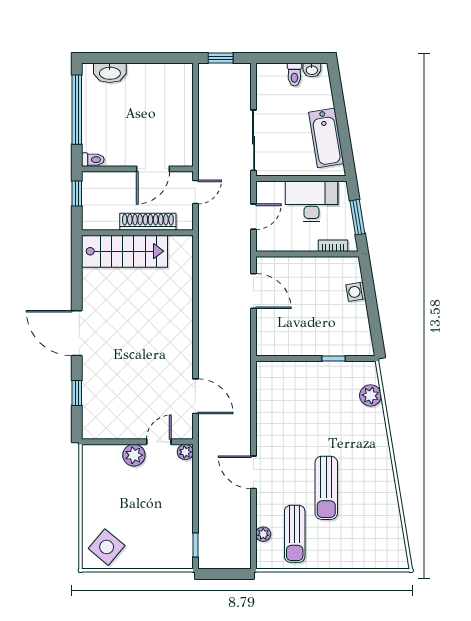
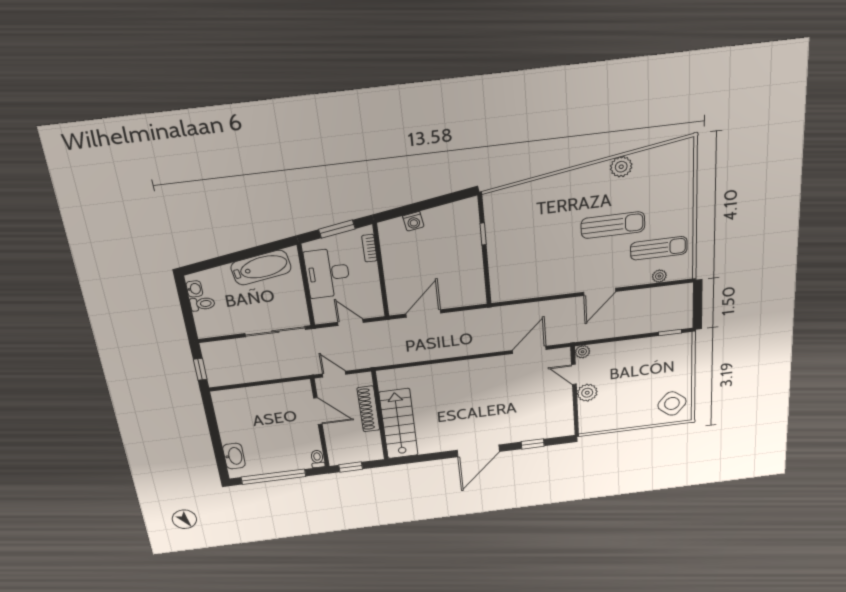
plant: (370, 395) -> (621, 167), moved

